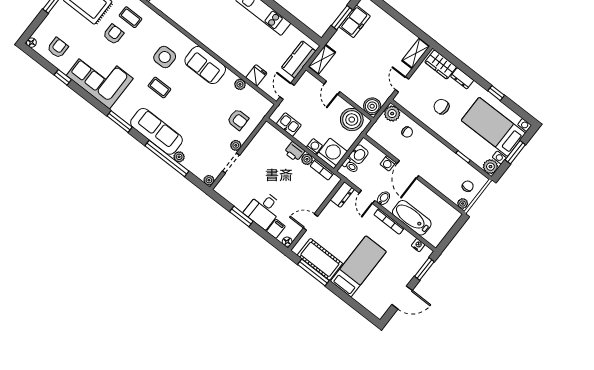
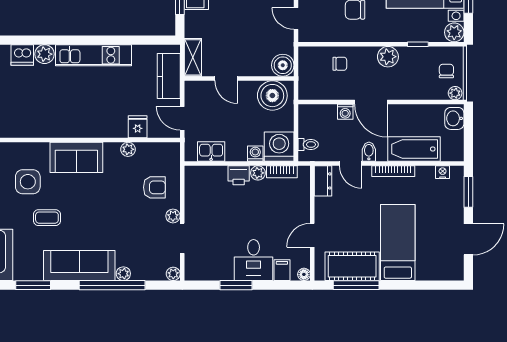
plant: (392, 114) -> (388, 57), moved
washbasin: (359, 154) -> (454, 118), moved, turned 180

